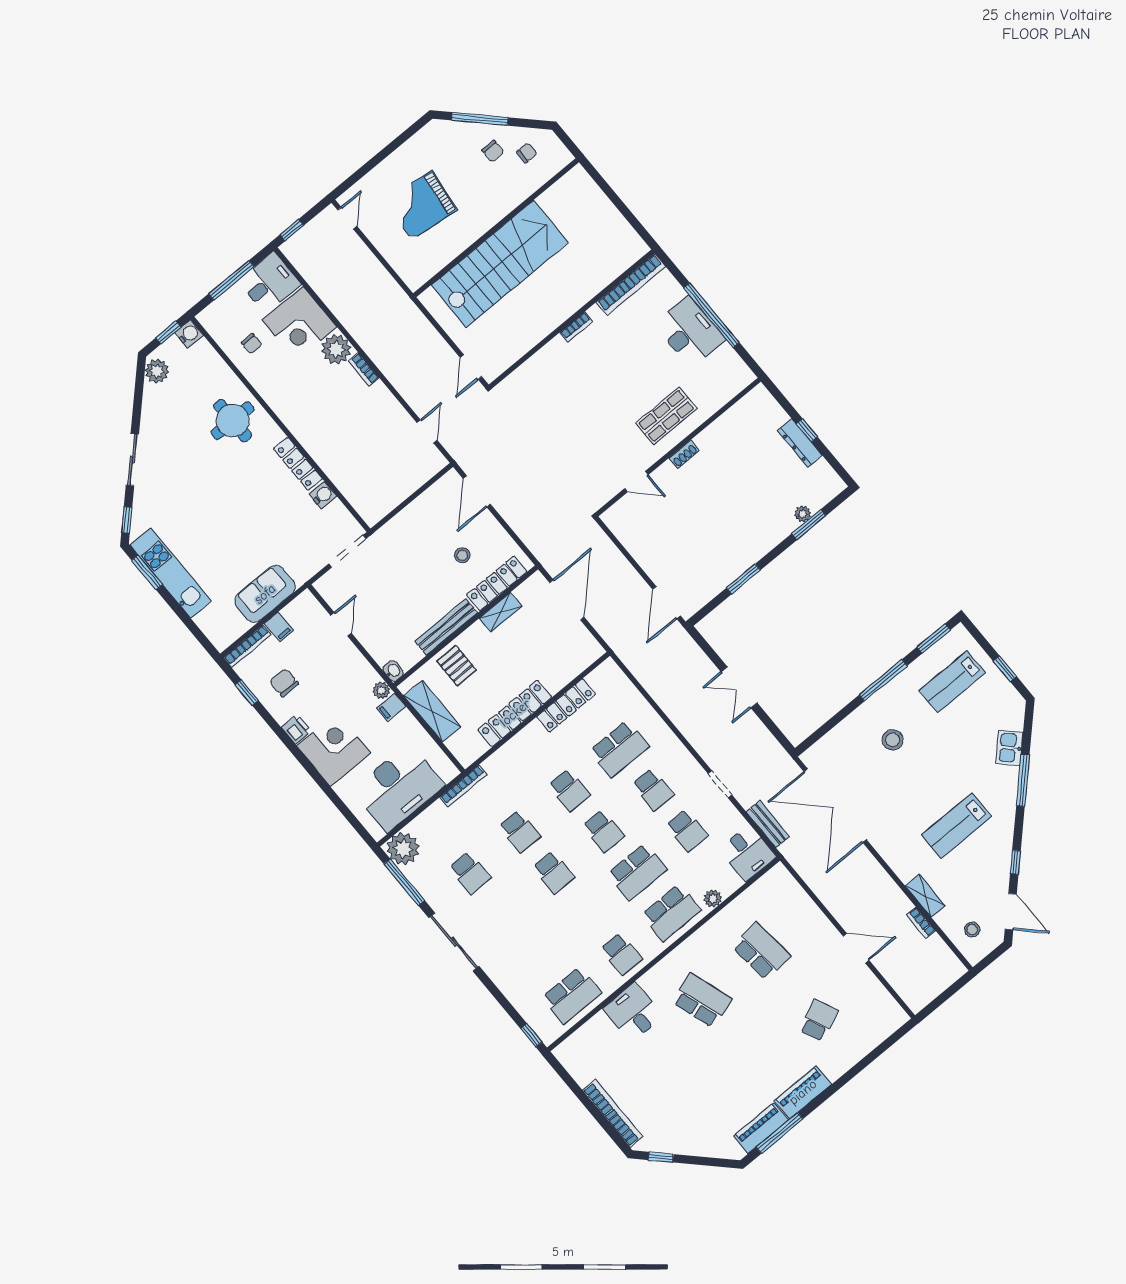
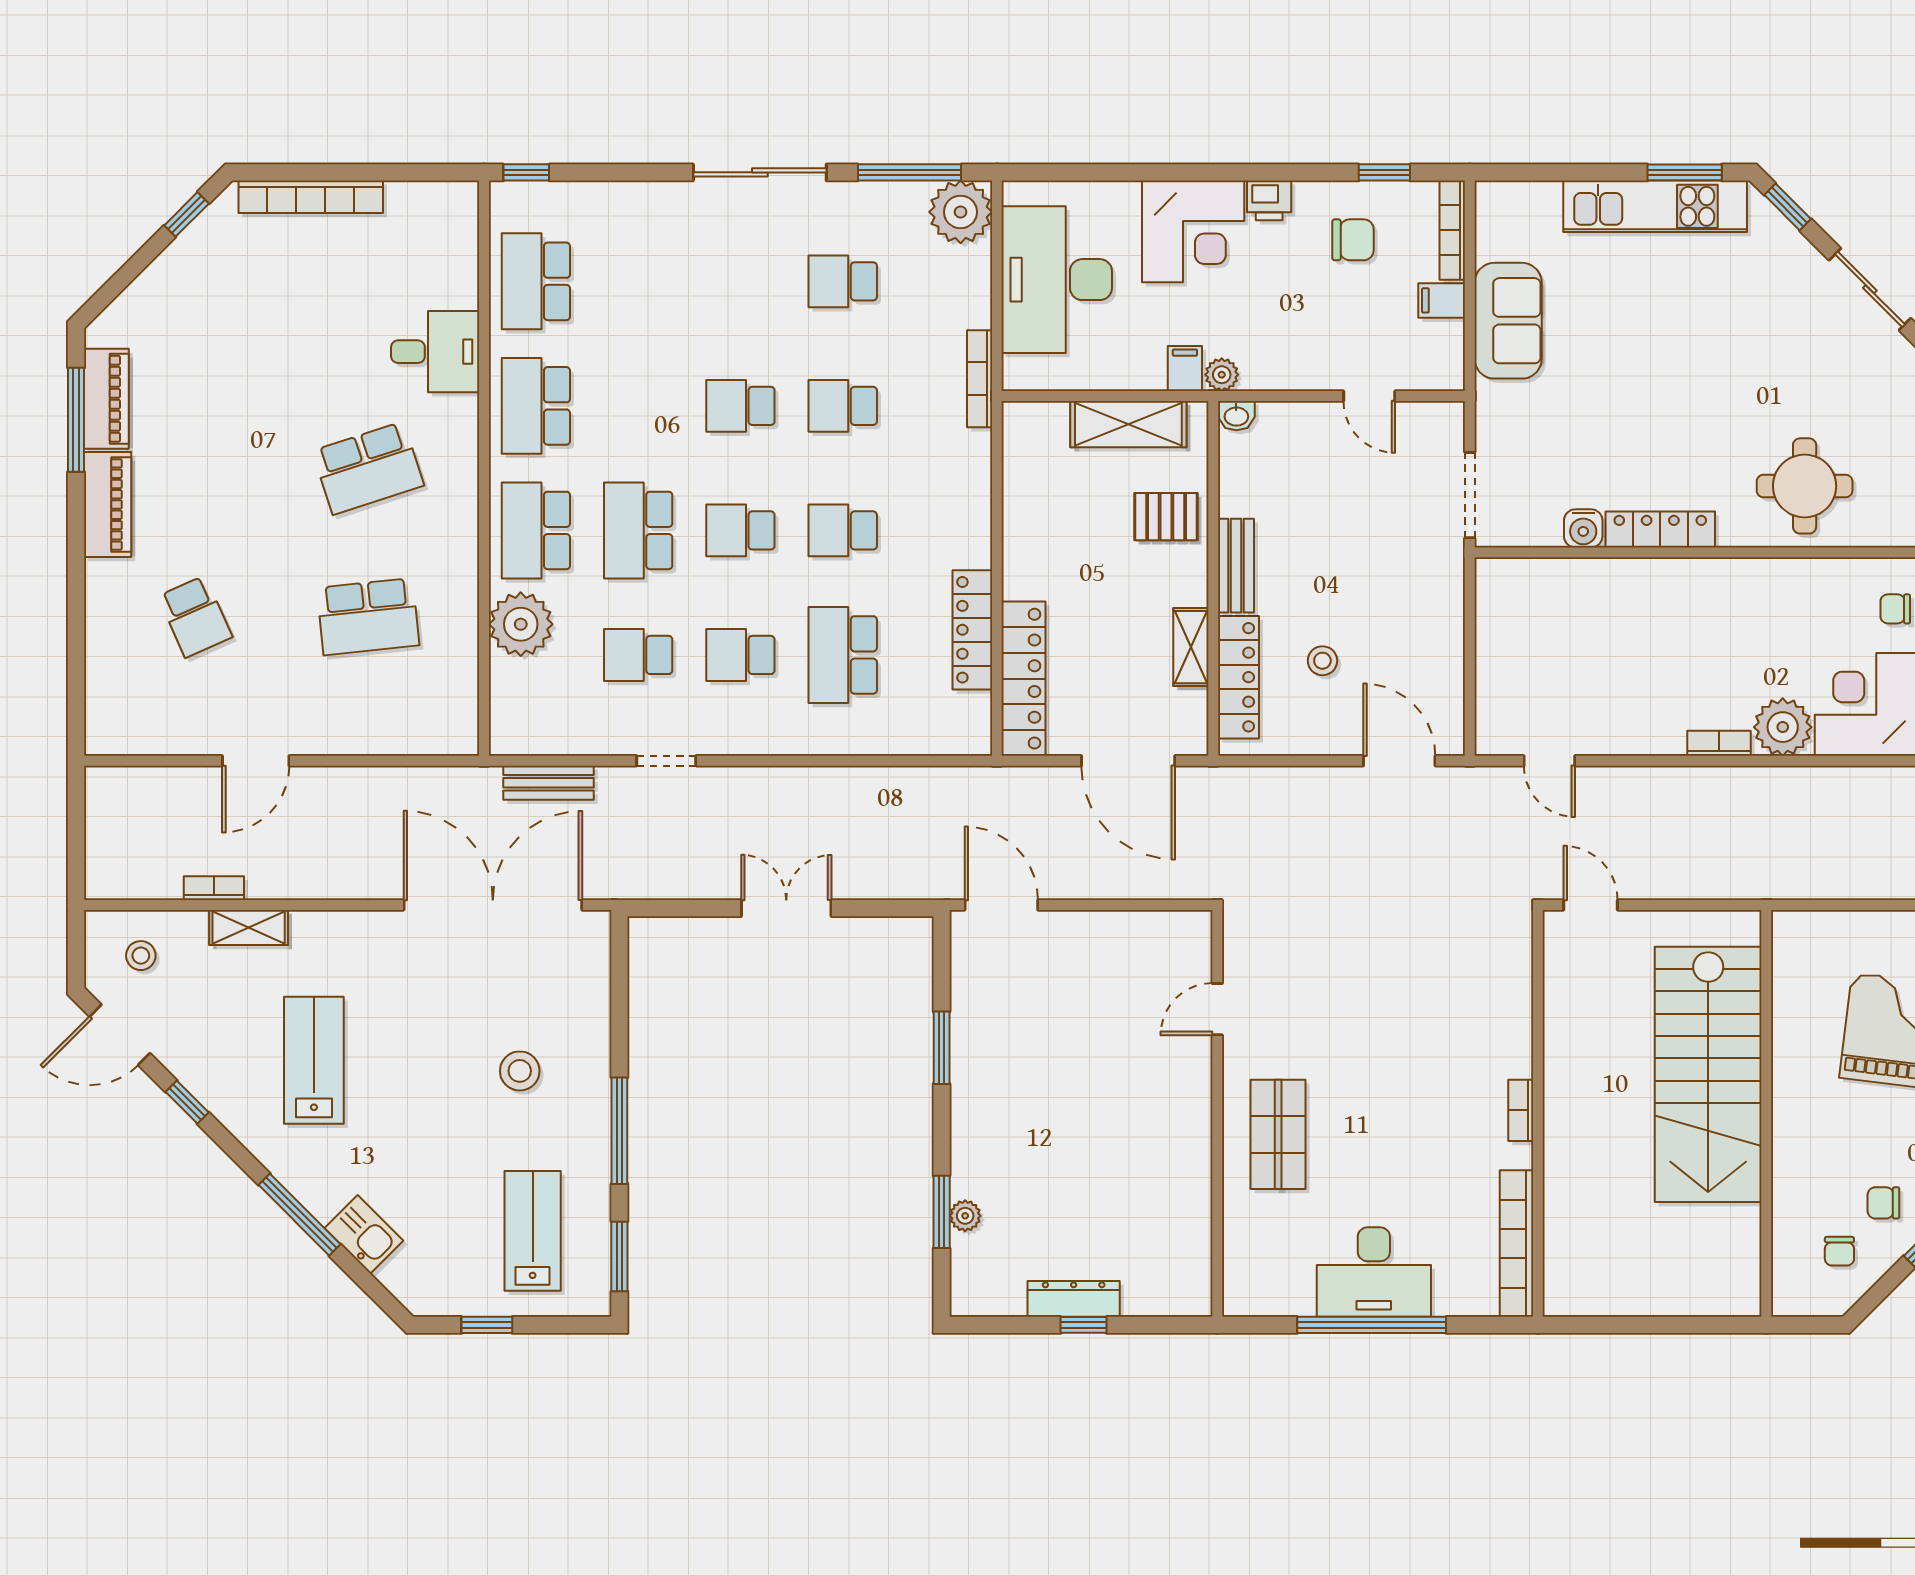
shoe rack: (684, 454) -> (1199, 1113), removed
bench: (446, 627) -> (1236, 566), width x0.73
locker: (515, 713) -> (1024, 679), moved
desk: (747, 853) -> (531, 717), removed
plant: (713, 899) -> (521, 624), width x1.87, depth x1.87
school desk: (621, 954) -> (536, 406), width x1.85

